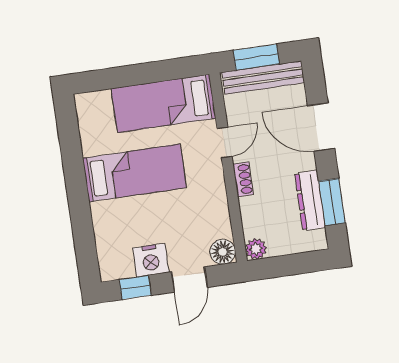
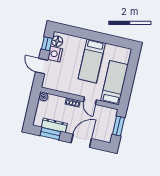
bench: (263, 78) -> (109, 126), removed
floor lamp: (223, 252) -> (57, 41), moved

